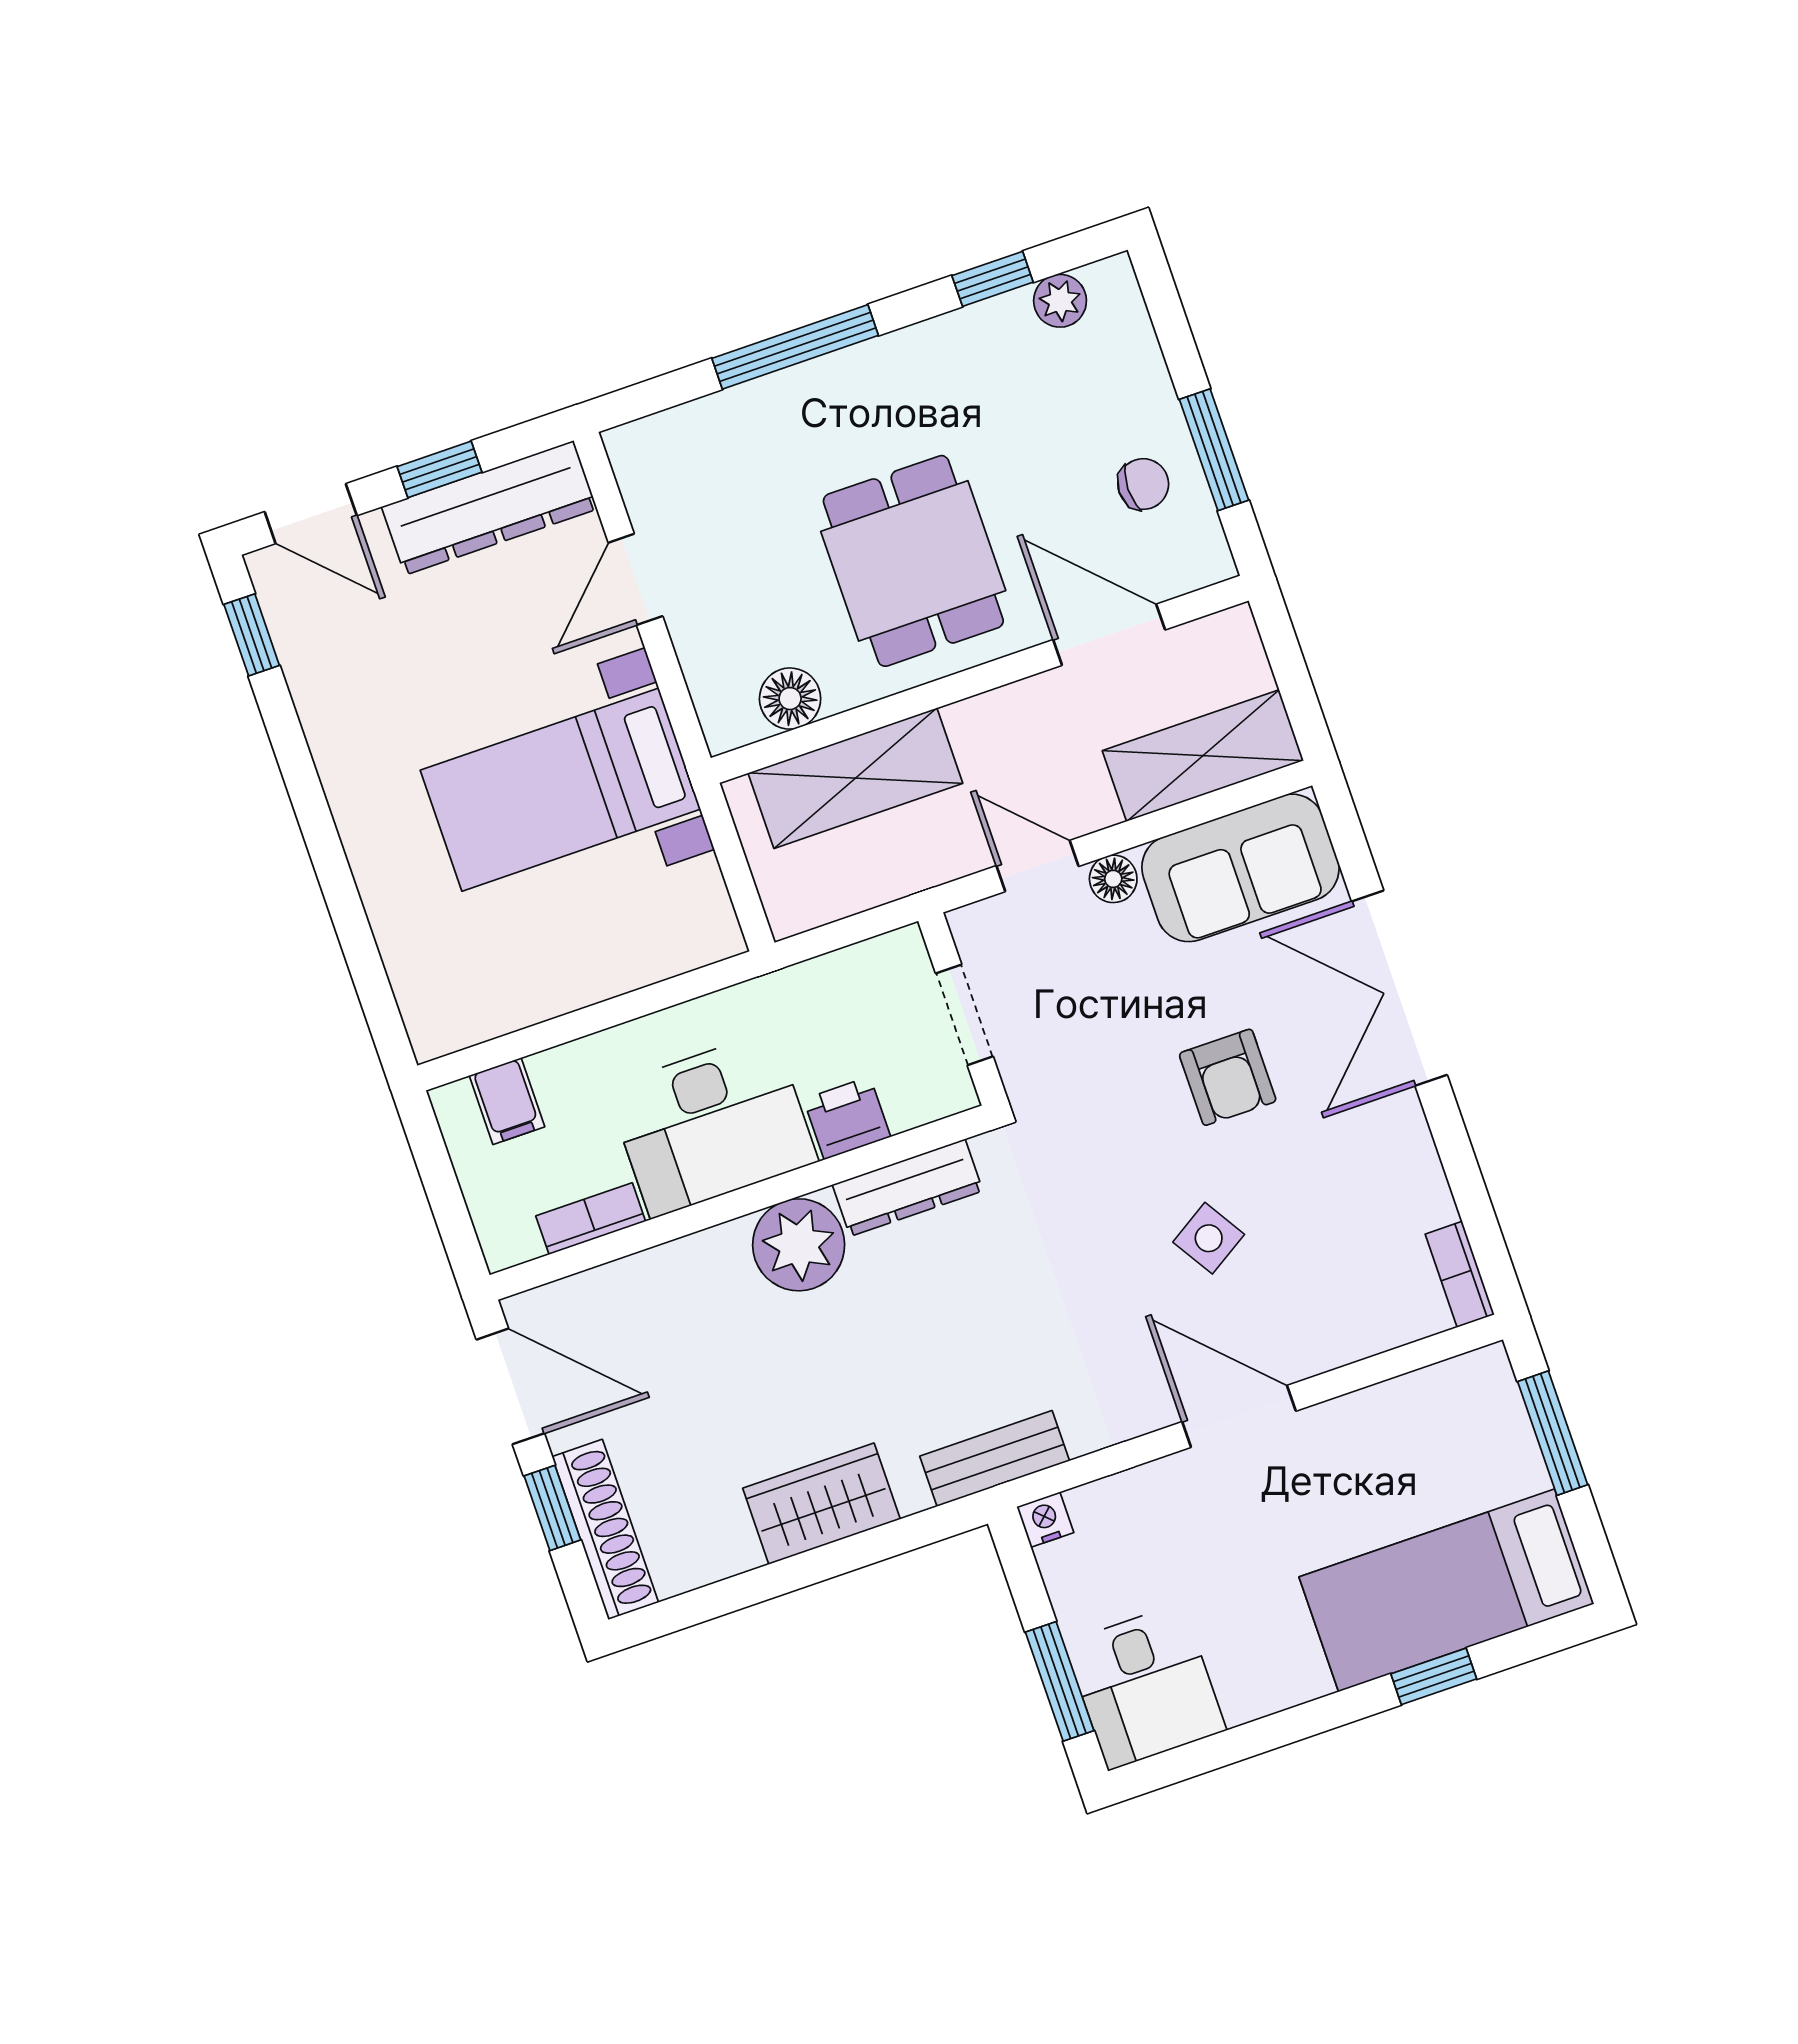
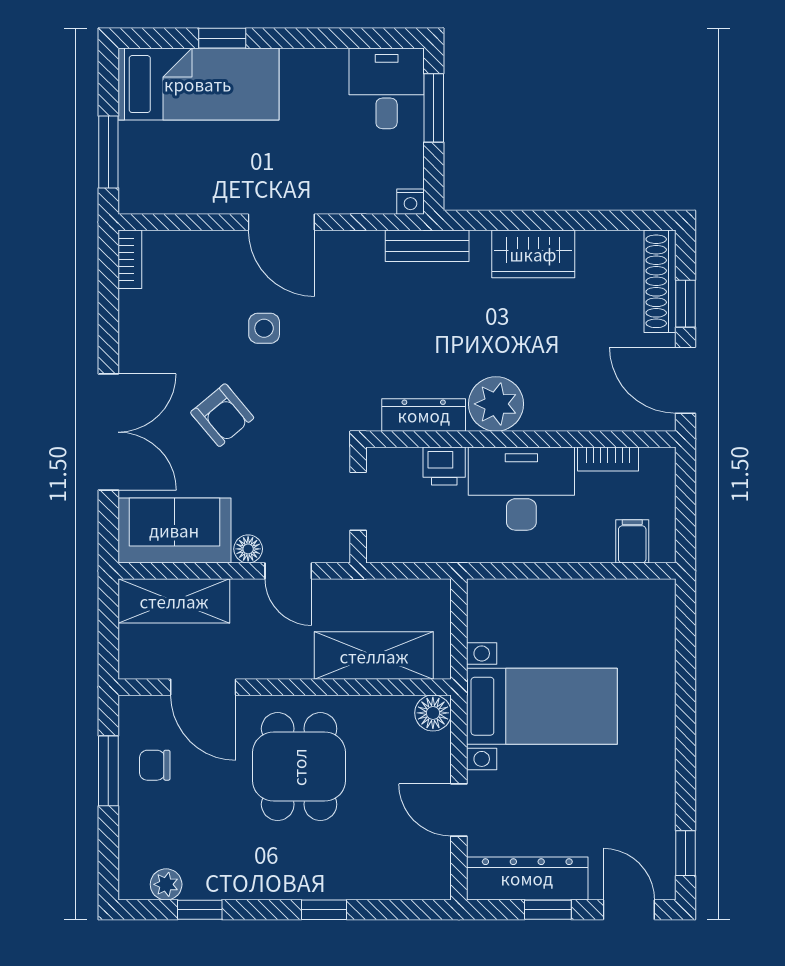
window: (795, 347) -> (324, 910), width x0.46
door: (635, 579) -> (459, 810), swing flipped
floor lamp: (790, 699) -> (433, 713), moved
armchair: (1228, 1077) -> (222, 415), turned 140
side table: (1209, 1238) -> (264, 328), turned 32

